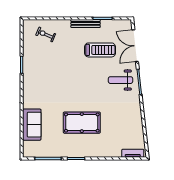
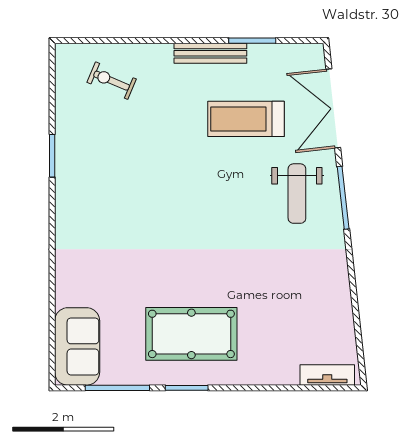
treadmill: (100, 50) -> (246, 119), turned 180
weight bench: (121, 80) -> (297, 194), turned -90
pool table: (82, 123) -> (191, 334), moved
sofa: (32, 125) -> (77, 346), moved

